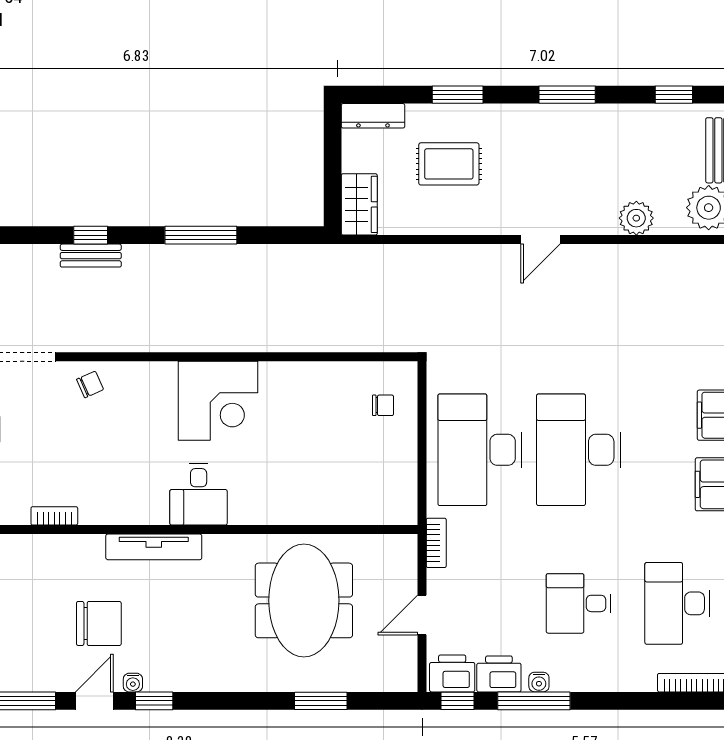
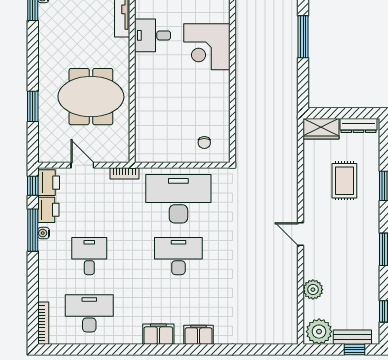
dresser: (373, 116) -> (358, 126), moved, turned -90
desk: (579, 450) -> (178, 256), width x0.73, depth x0.77

